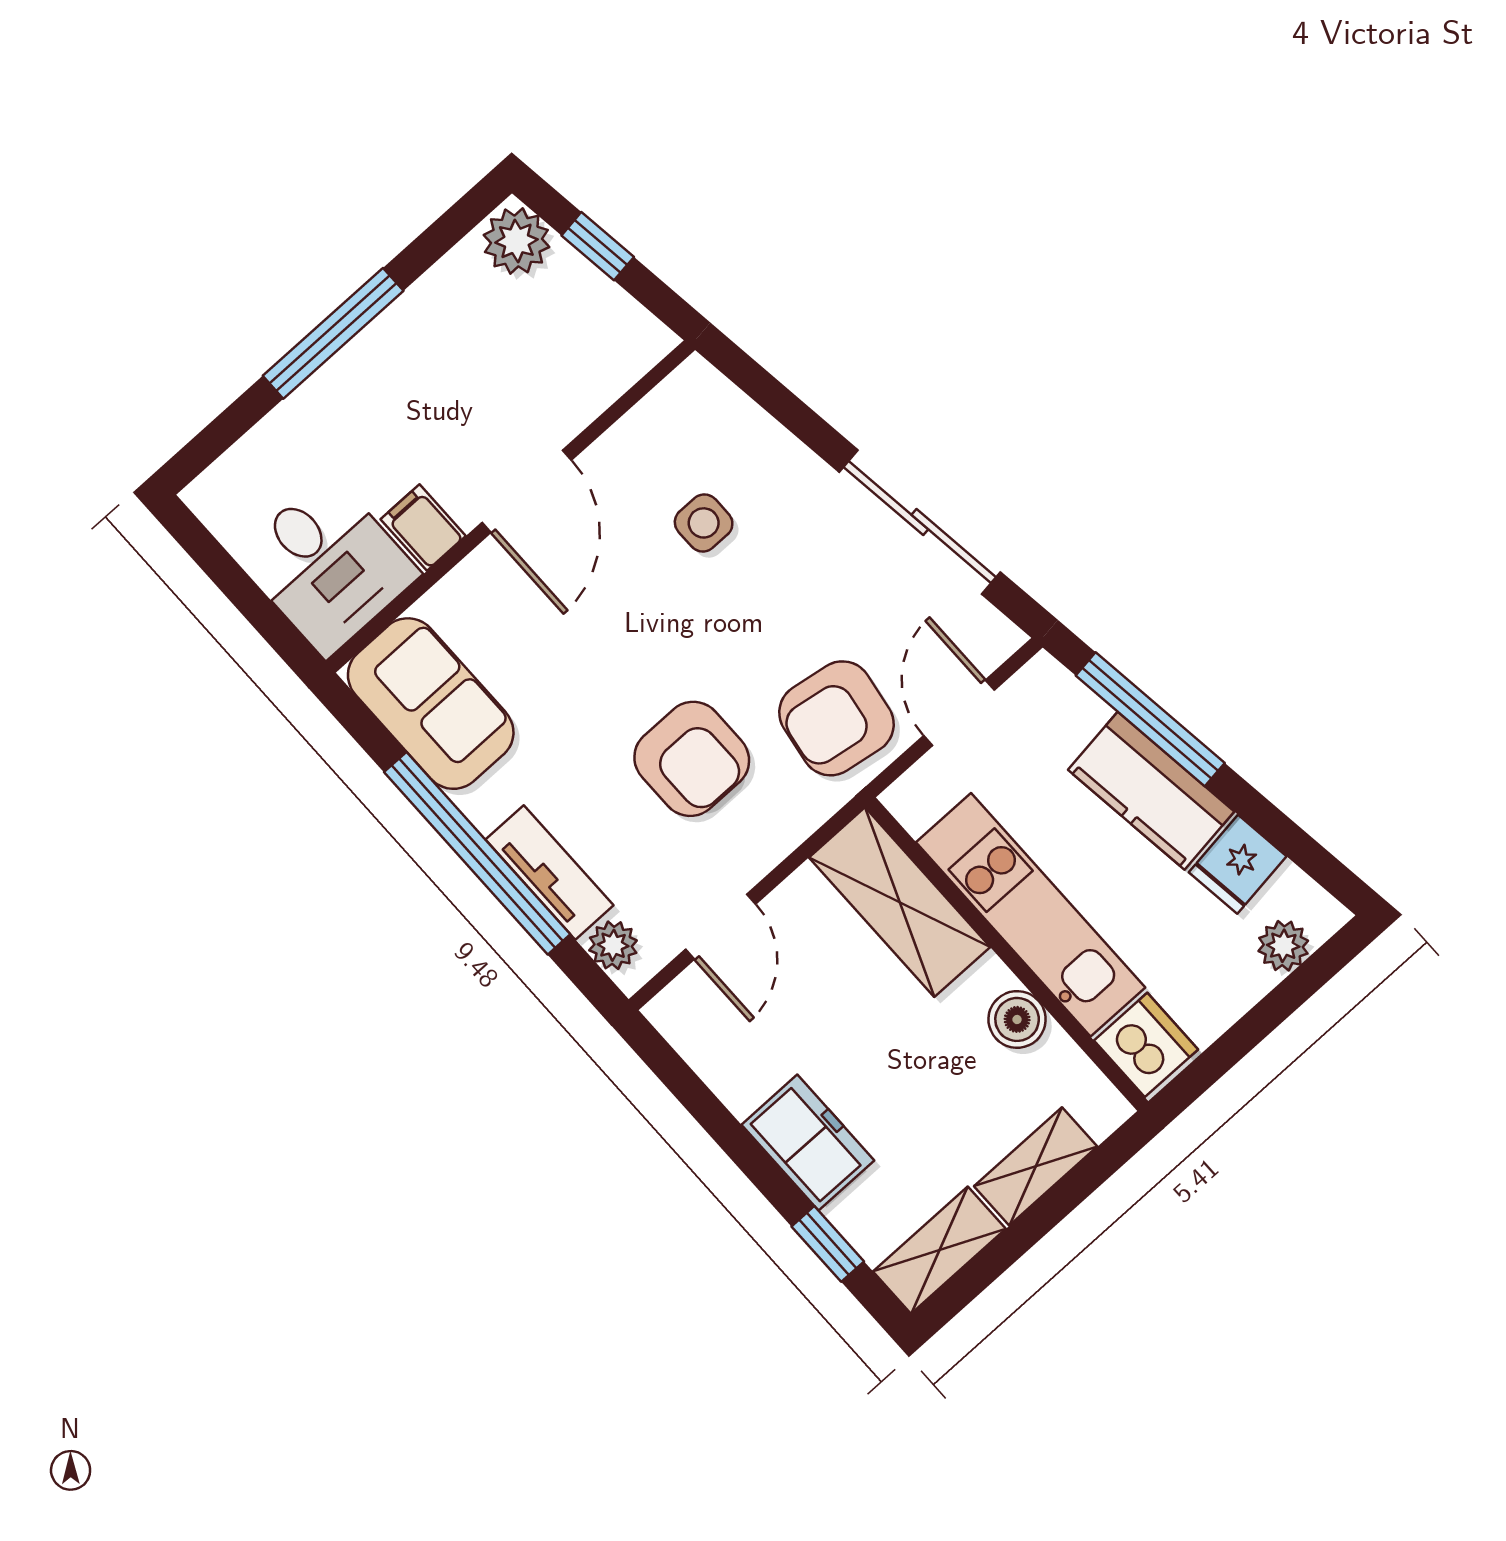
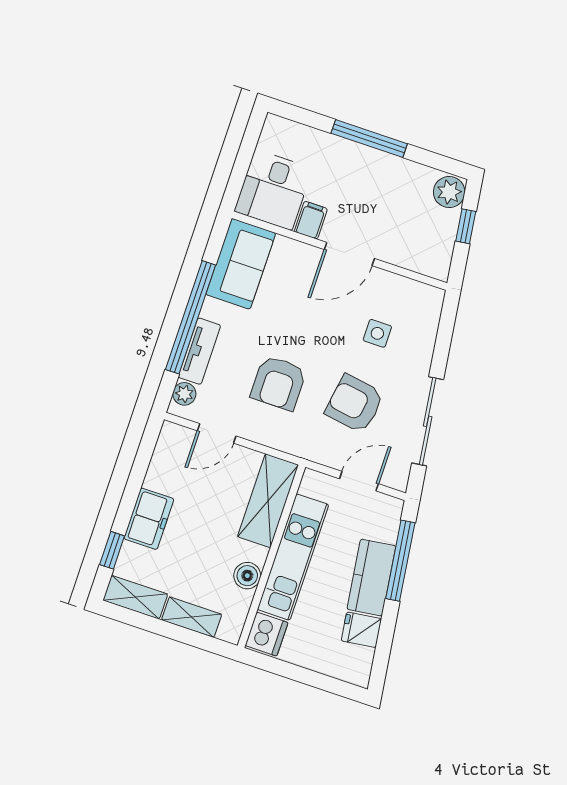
armchair: (837, 718) -> (355, 404), moved
plant: (1283, 946) -> (339, 667), removed

